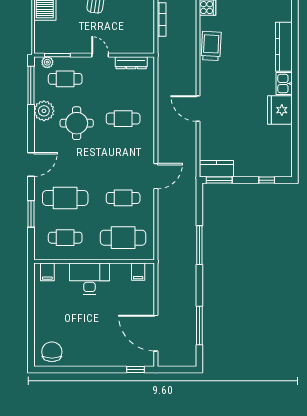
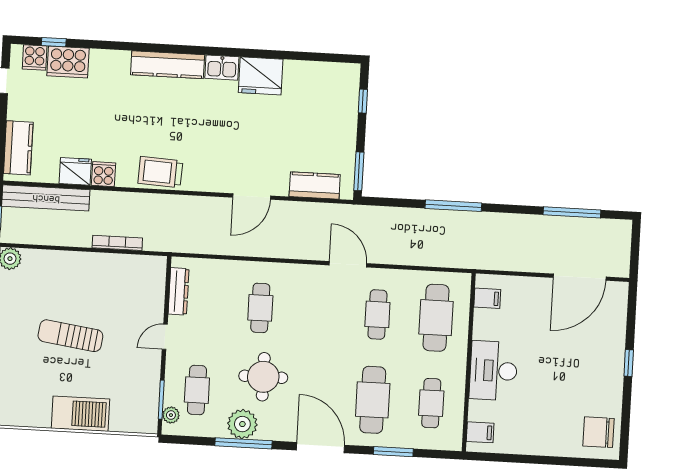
window: (31, 85) -> (243, 443), moved
door: (31, 165) -> (320, 448), width x1.36
kitchen counter: (217, 169) -> (315, 186), moved, turned 90
window: (136, 370) -> (629, 363), moved

